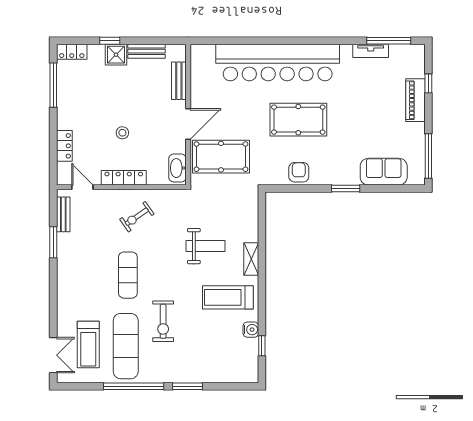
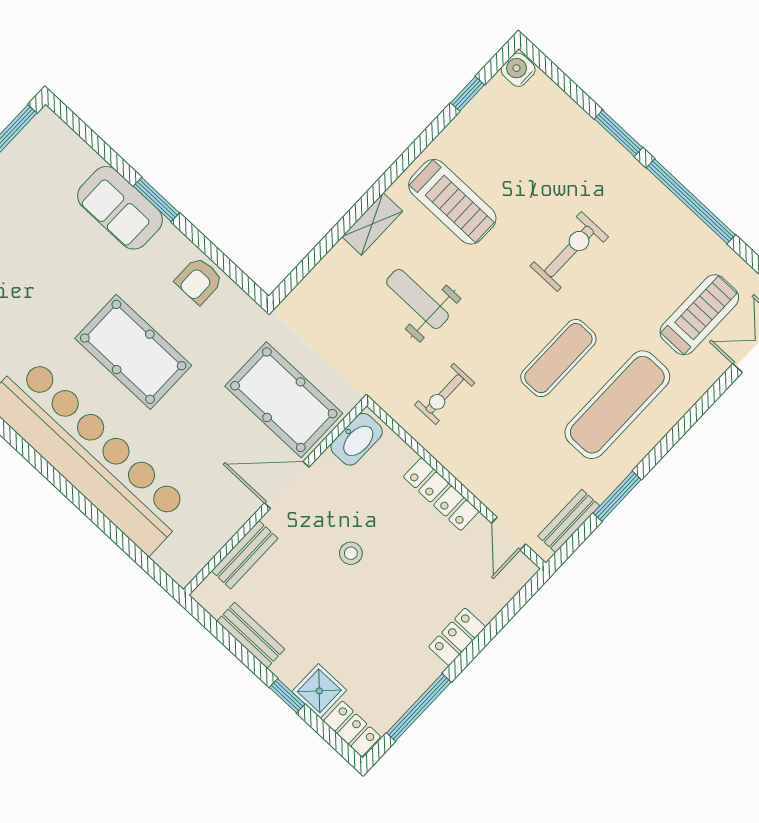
shower: (116, 55) -> (319, 691), moved
stool: (122, 133) -> (351, 553), moved
locker: (64, 146) -> (457, 637), moved
sofa: (384, 172) -> (120, 208), moved
exercise bike: (137, 217) -> (445, 394), moved, turned 125
water cooler: (251, 330) -> (518, 70), moved
exercise mat: (126, 346) -> (617, 405), moved

